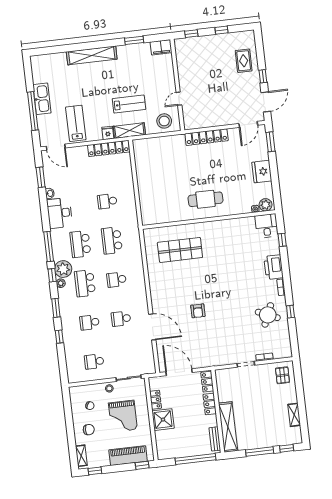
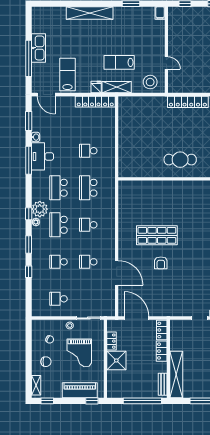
filing cabinet: (161, 47) -> (160, 13), width x0.50
door: (179, 99) -> (166, 63), swing flipped
lab bench: (129, 104) -> (119, 62), turned 180
window: (49, 247) -> (29, 160), moved
shop shelf: (180, 250) -> (157, 235), moved

